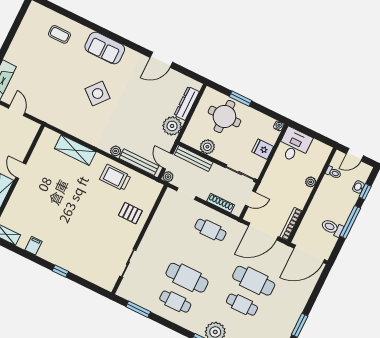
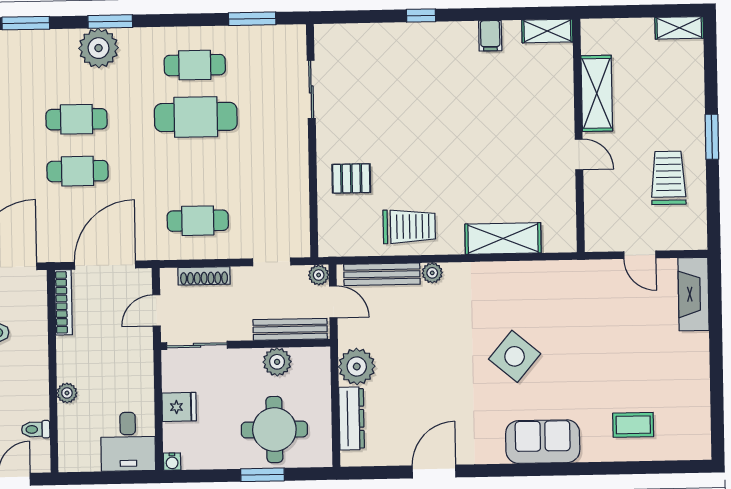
cafe table: (254, 281) -> (78, 171), width x0.73, depth x0.74

